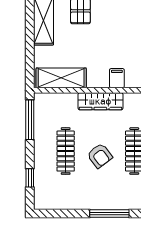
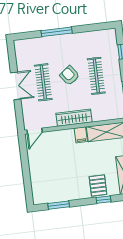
filing cabinet: (117, 78) -> (81, 135), moved

